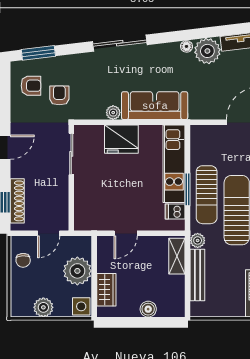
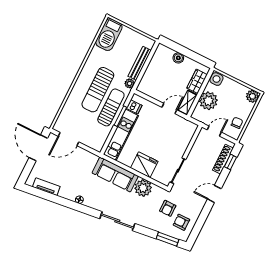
plant: (207, 51) -> (68, 191), removed
plant: (113, 113) -> (143, 188), width x1.87, depth x1.87
shelving: (177, 256) -> (187, 103), moved
plant: (43, 307) -> (252, 96), moved

